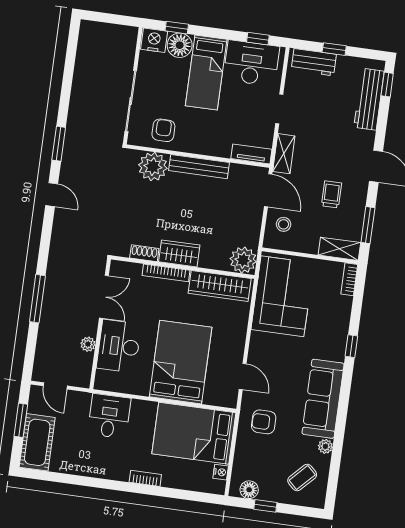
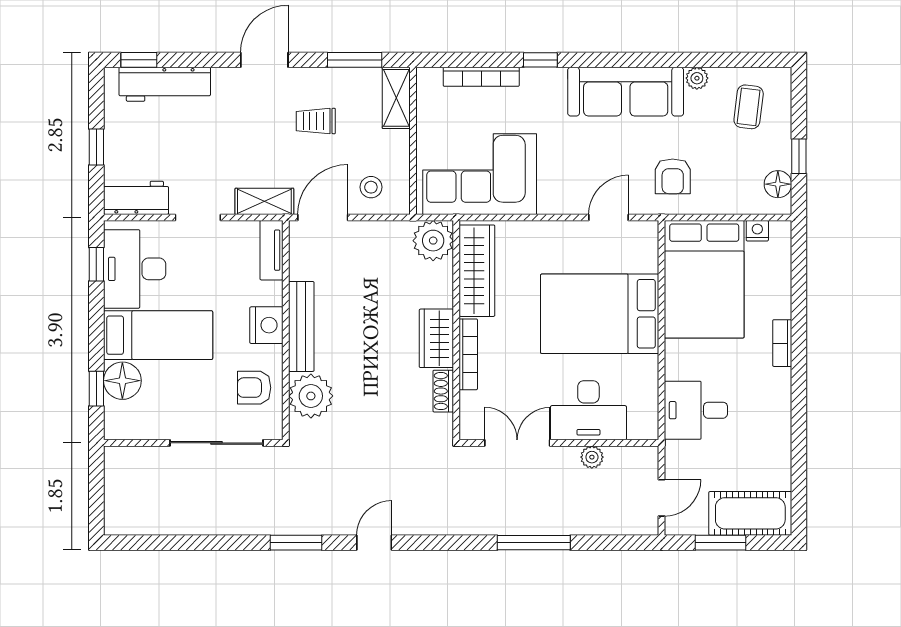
nightstand: (154, 40) -> (266, 325), moved, turned 180
workbench: (314, 62) -> (136, 198), moved, turned -90
bookcase: (349, 279) -> (481, 77), moved, width x1.56
coffee table: (302, 477) -> (749, 107), turned 53

